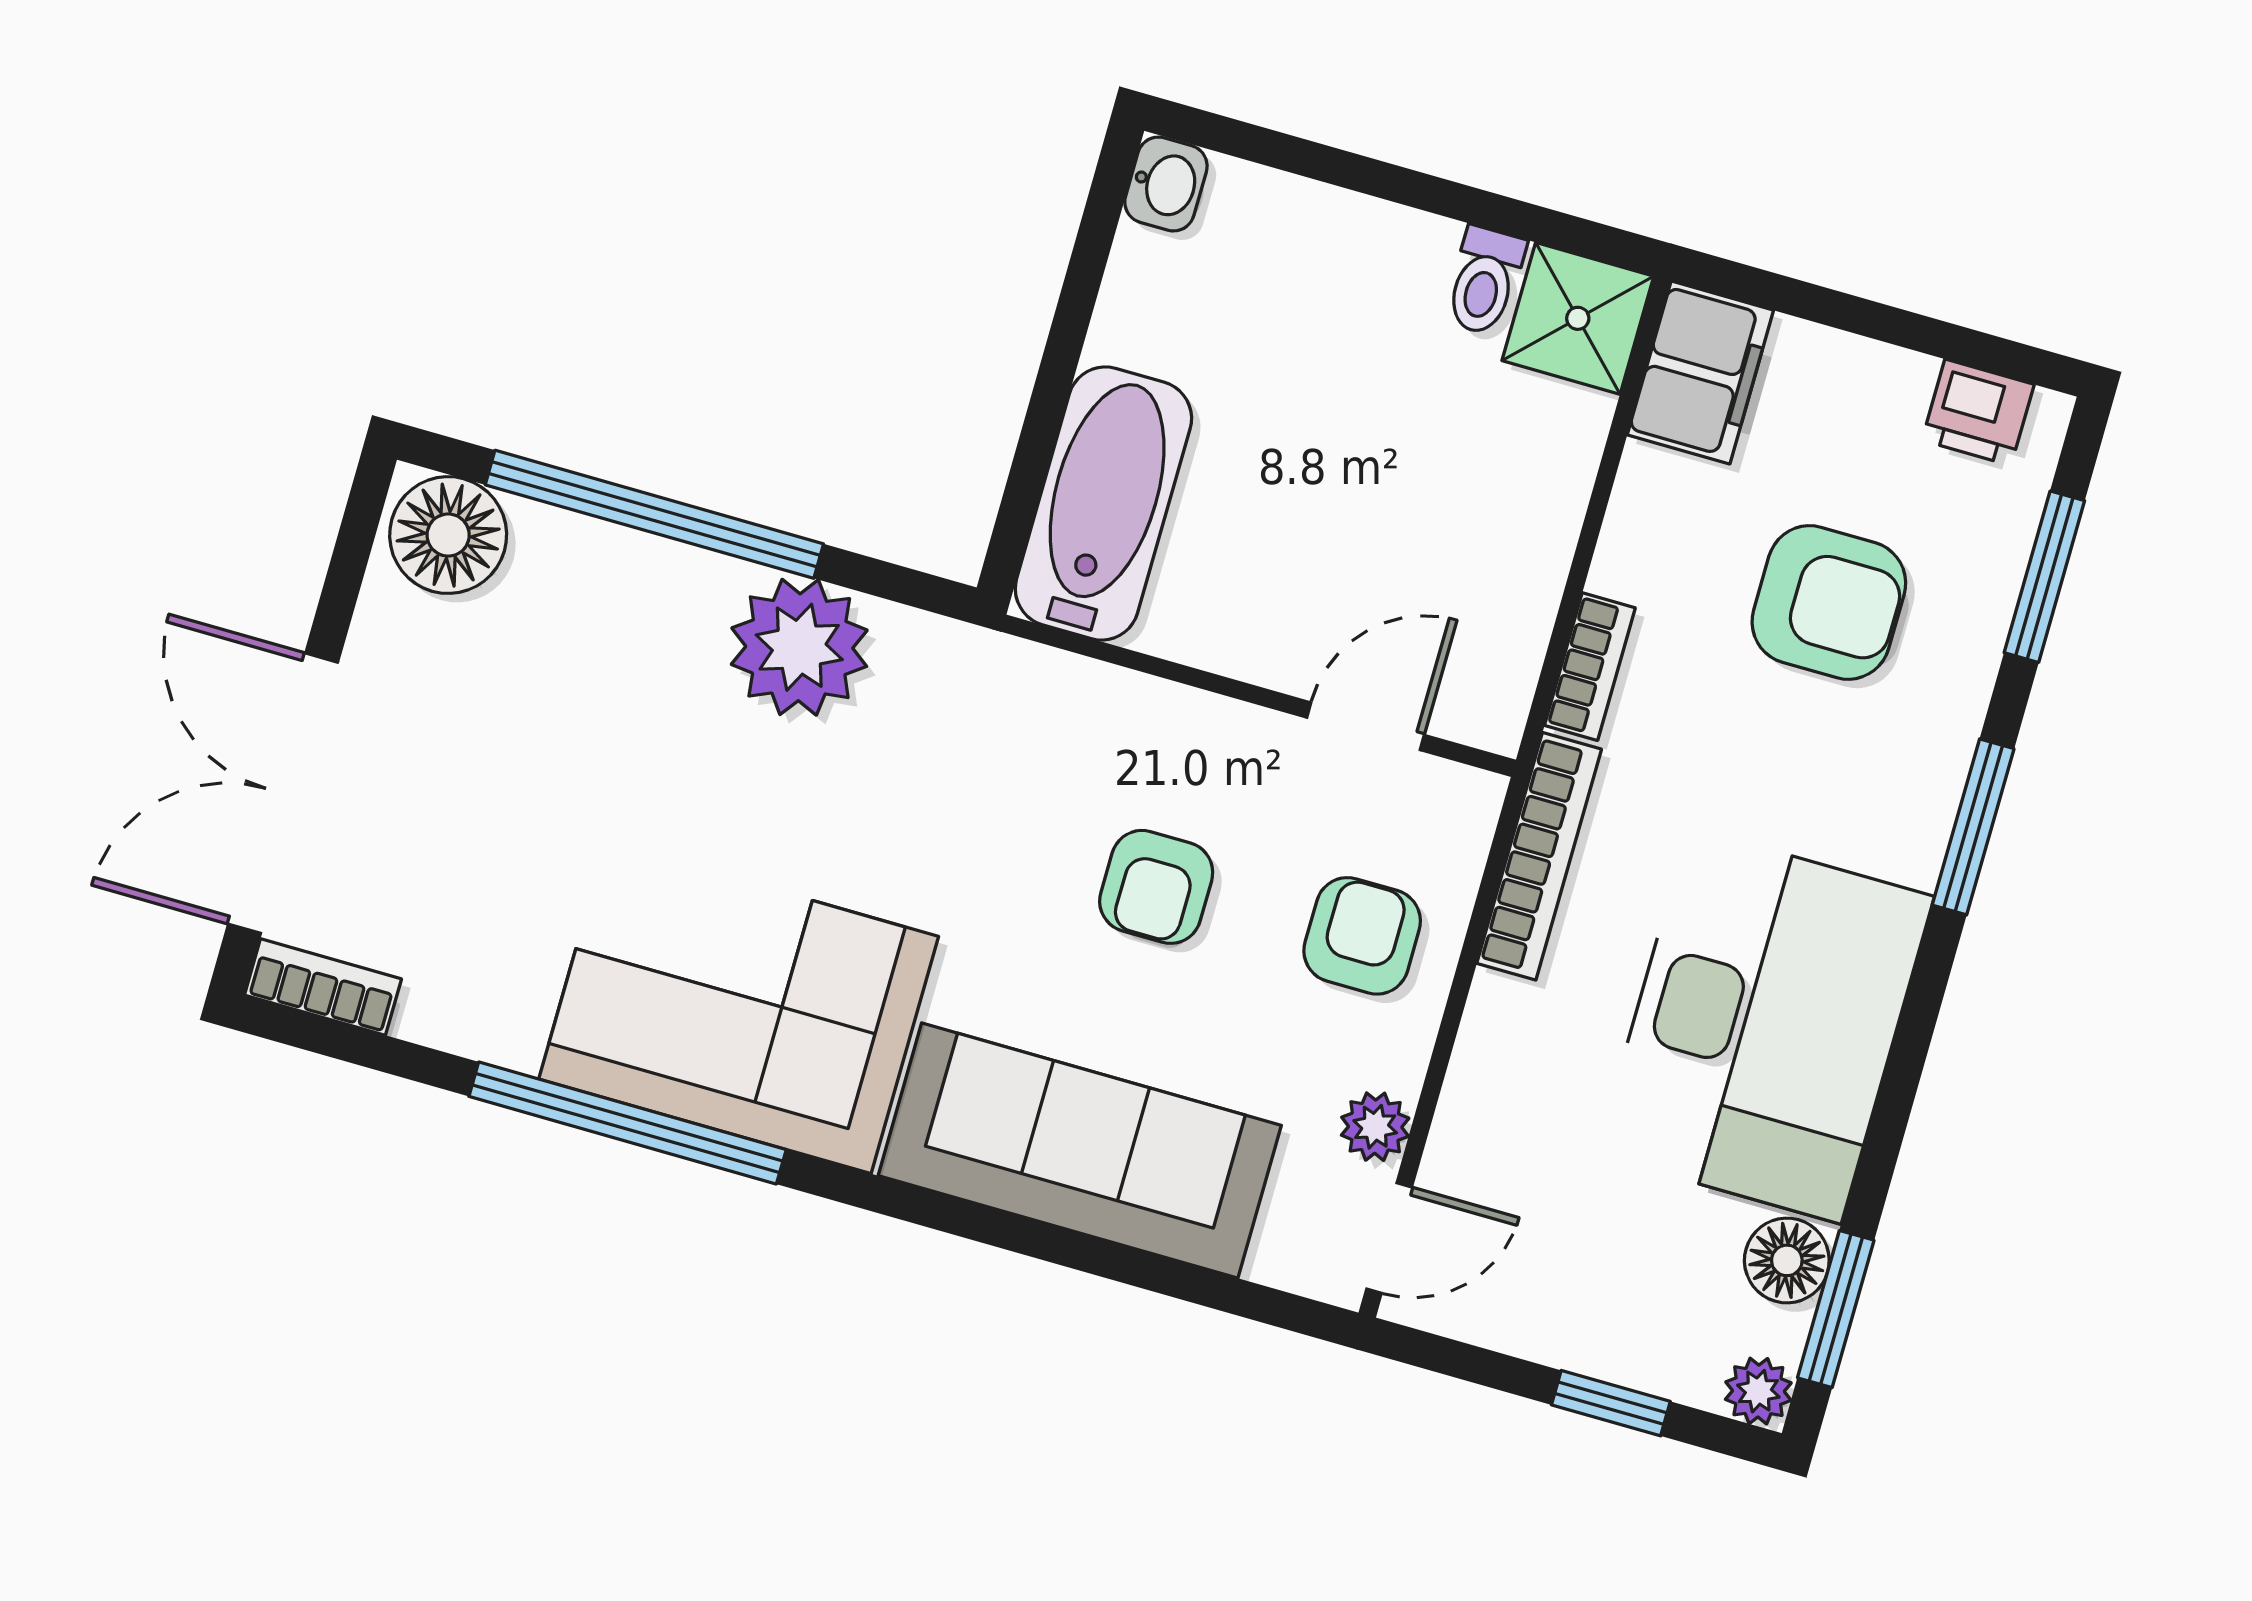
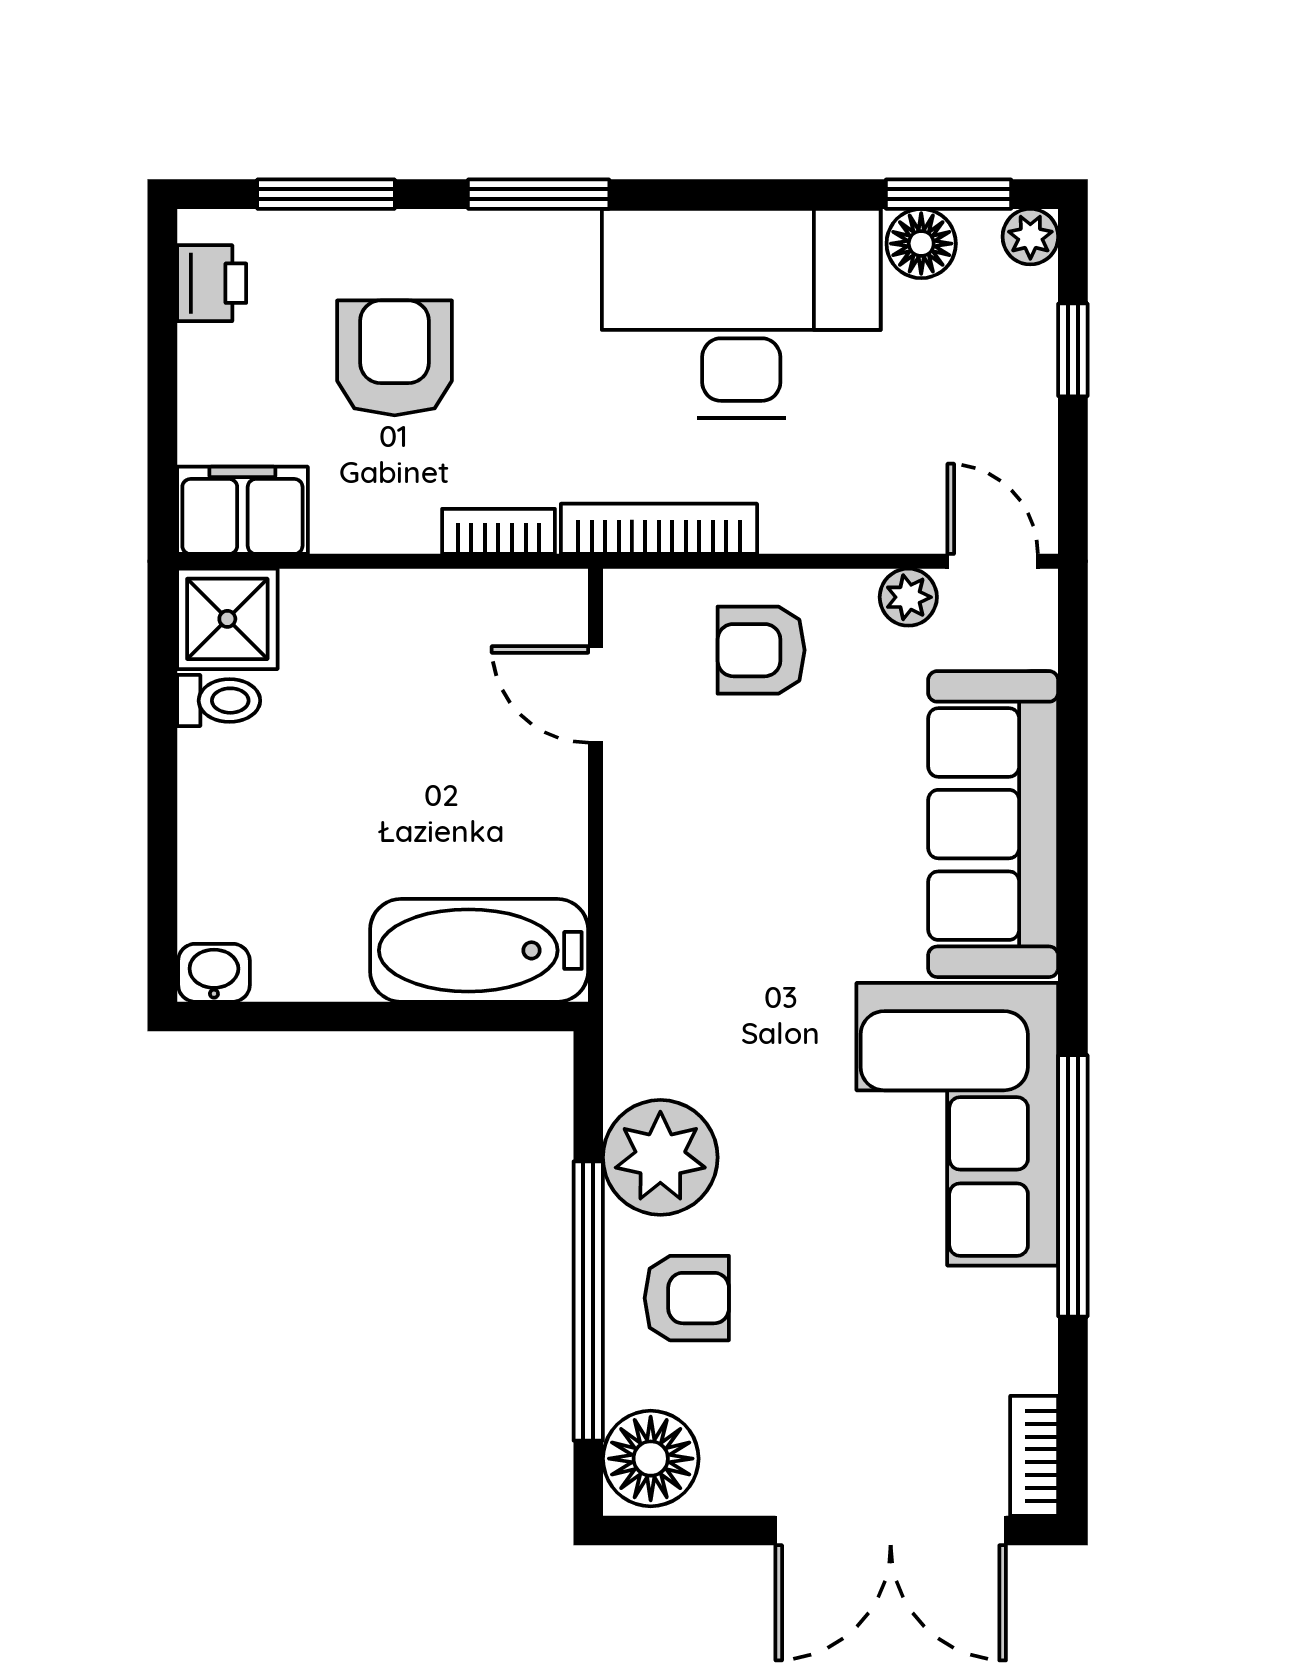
armchair: (1156, 887) -> (687, 1298), moved

